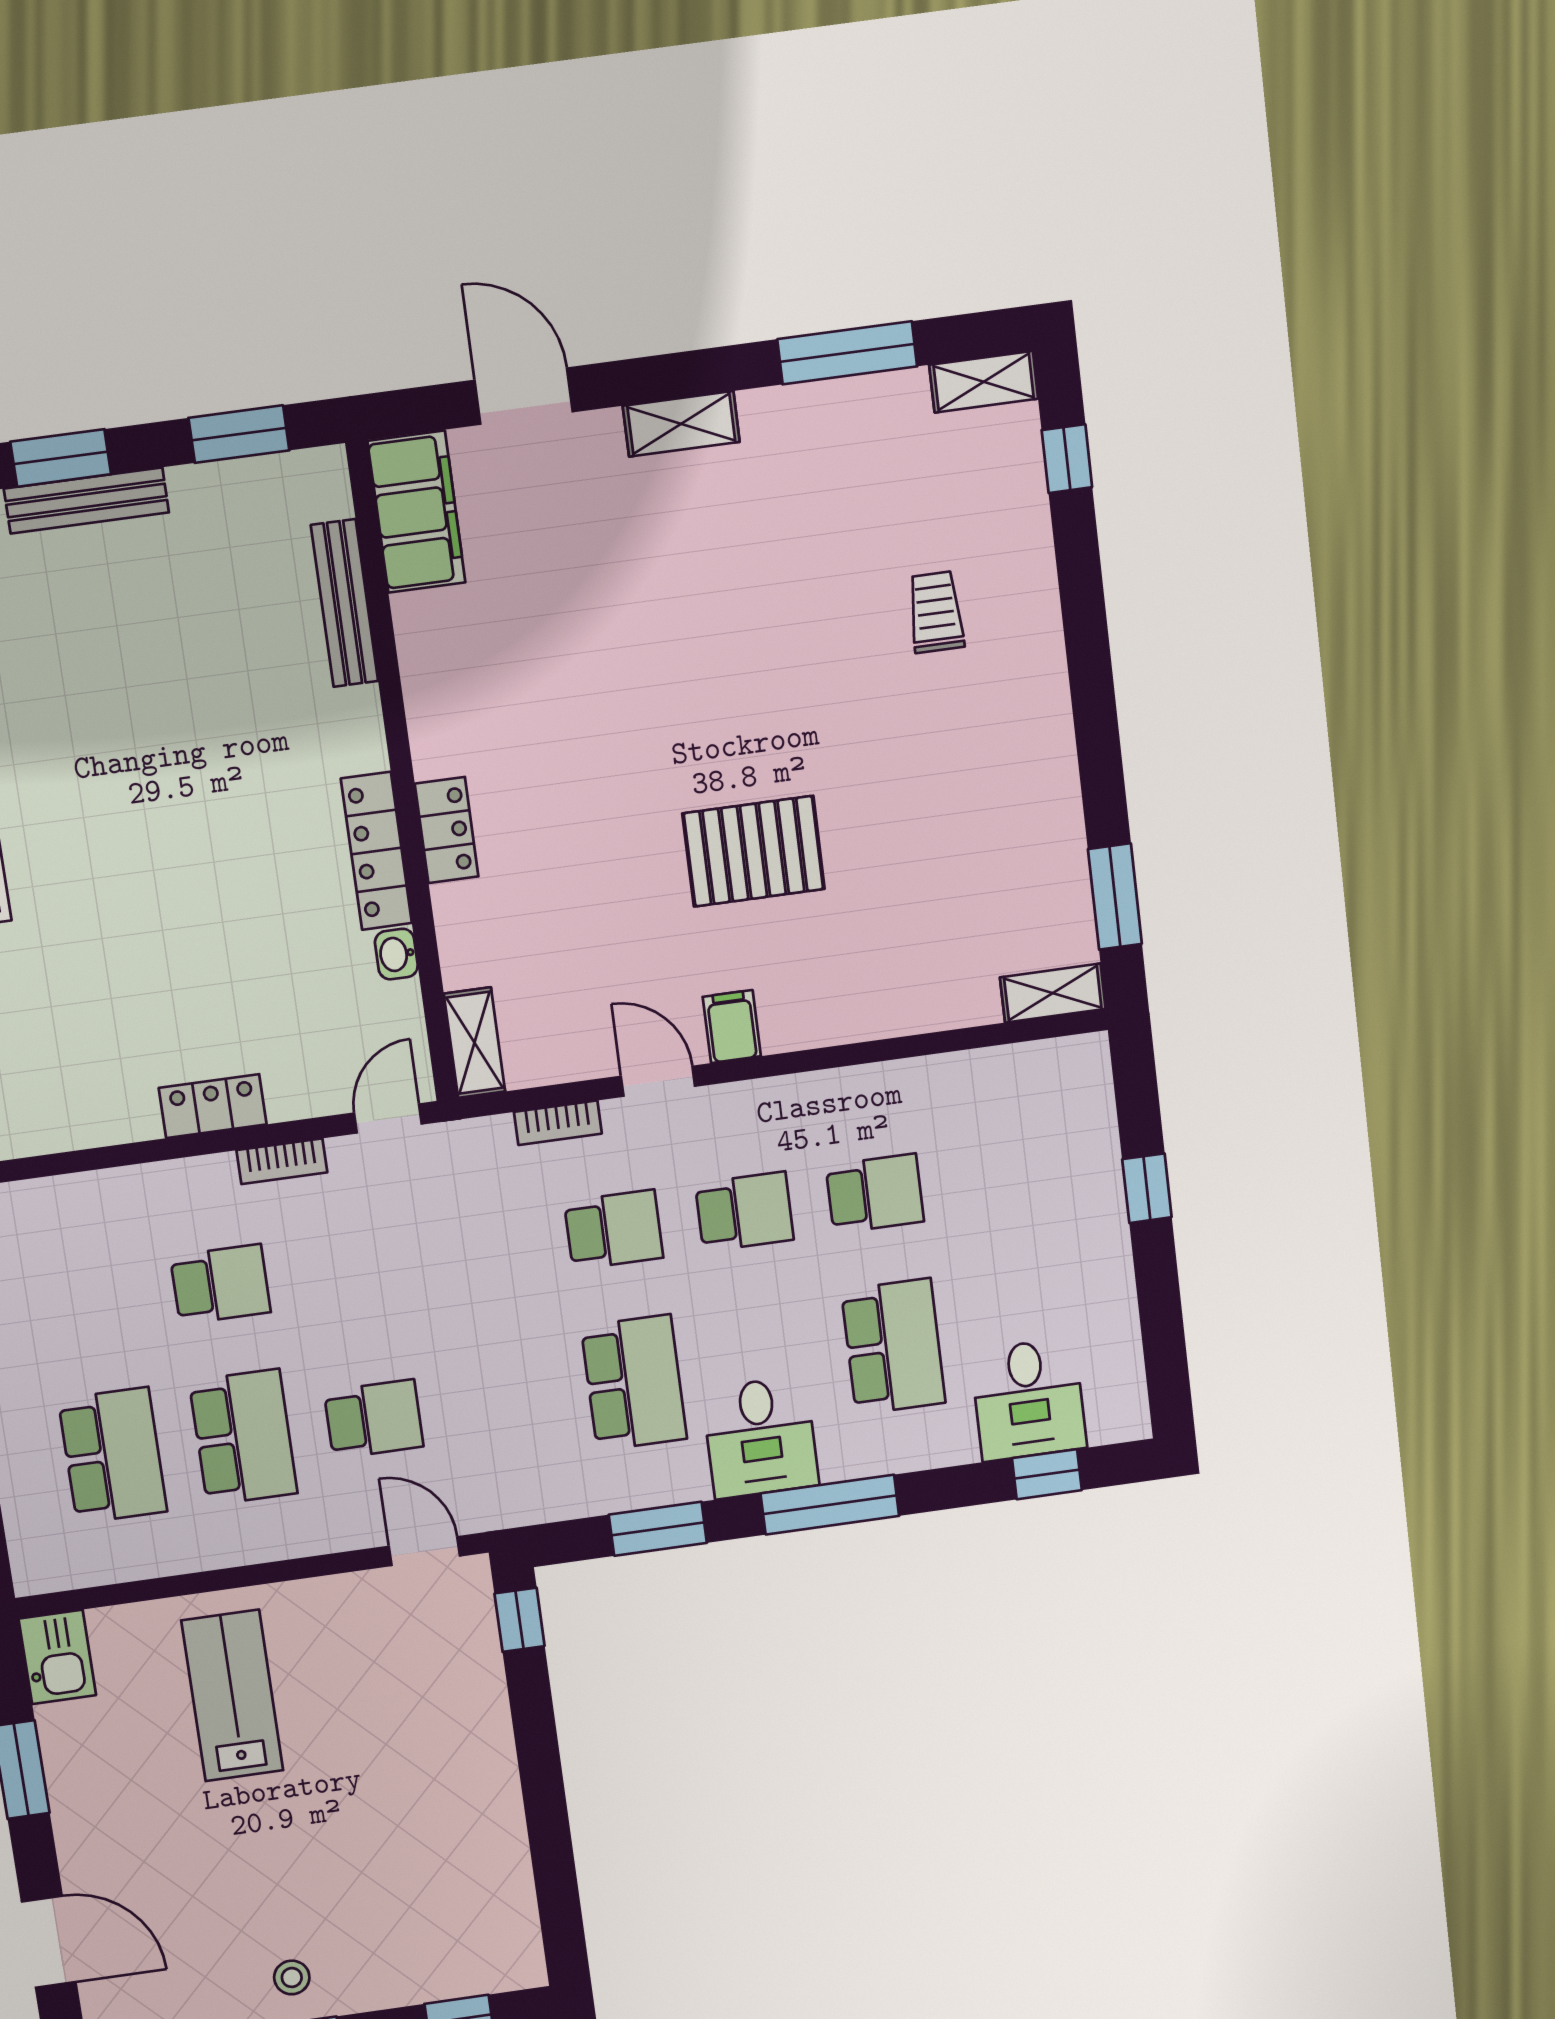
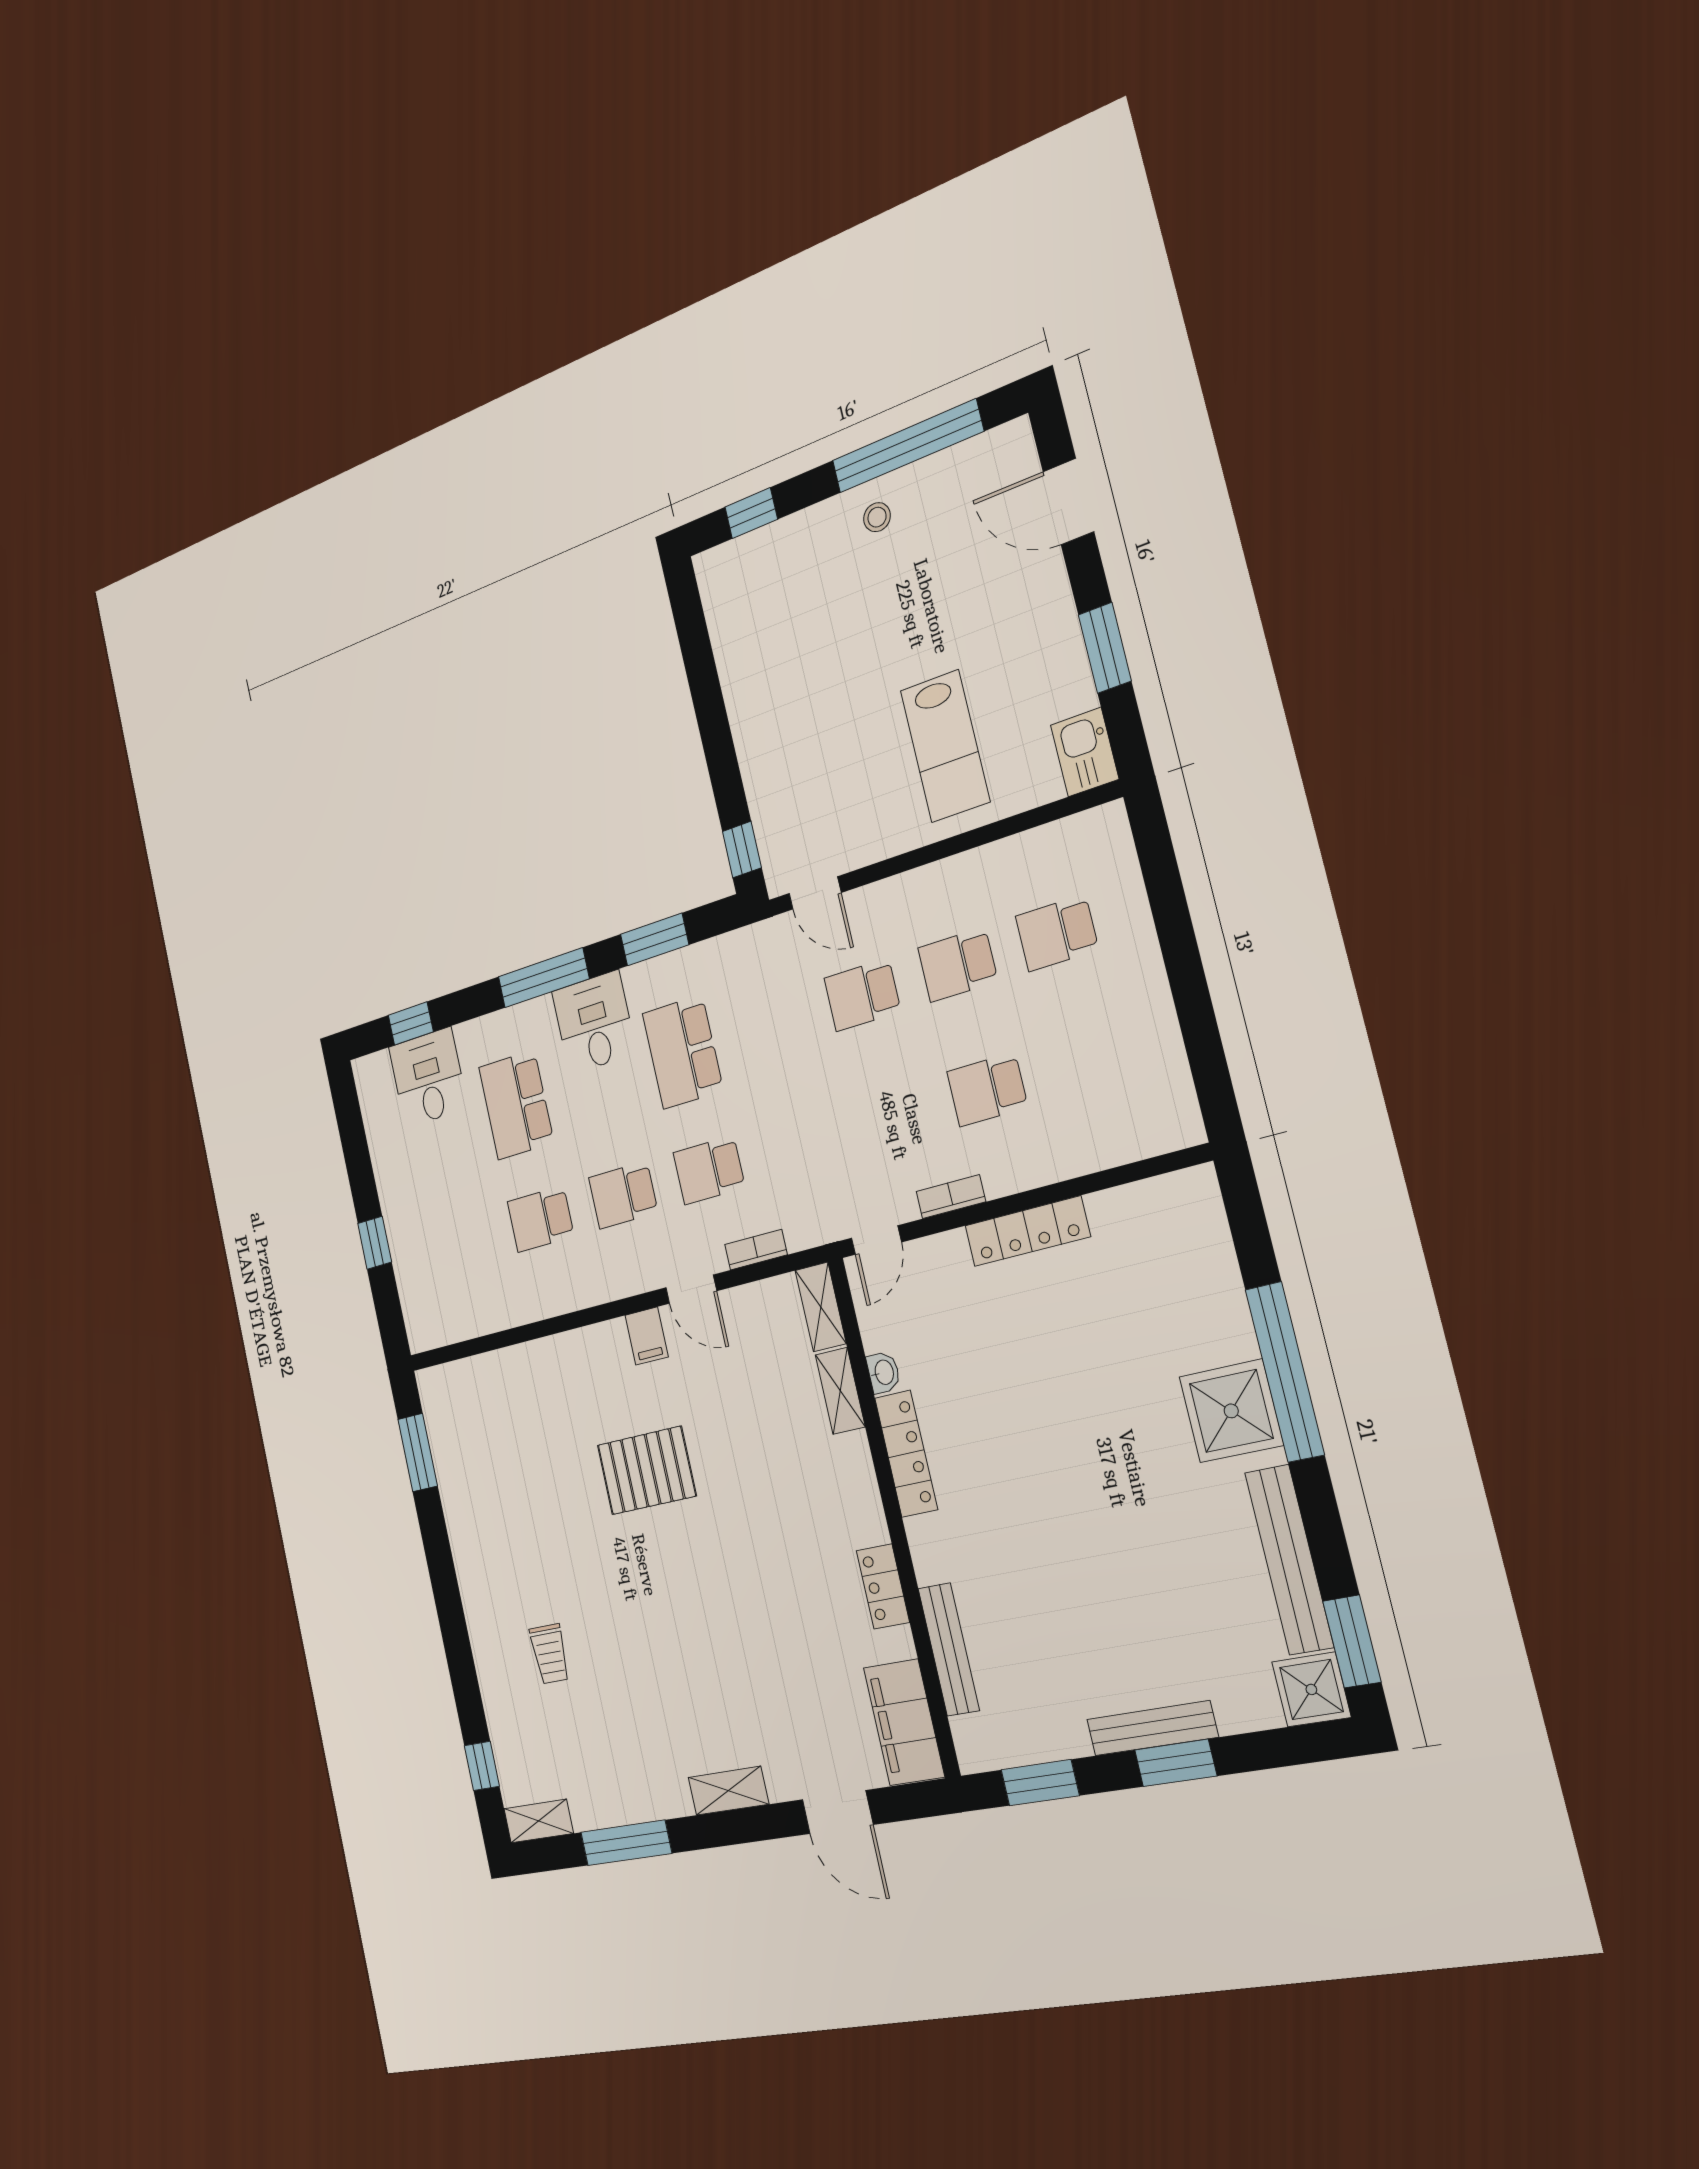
locker: (447, 830) -> (883, 1586), moved
shelving: (1053, 993) -> (840, 1391), moved, turned 90
locker: (213, 1106) -> (1027, 1231), width x1.53
school desk: (243, 1437) -> (958, 965), width x0.54
school desk: (113, 1455) -> (1057, 933), width x0.54

